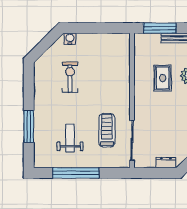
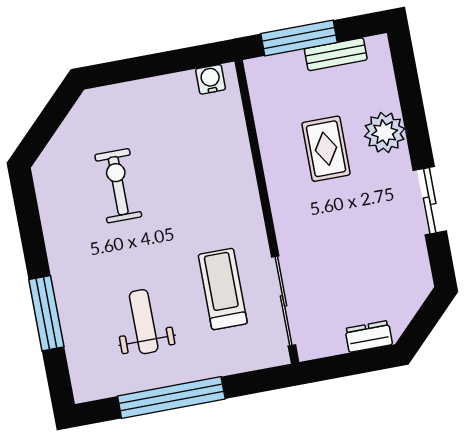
water cooler: (70, 39) -> (211, 79), moved

